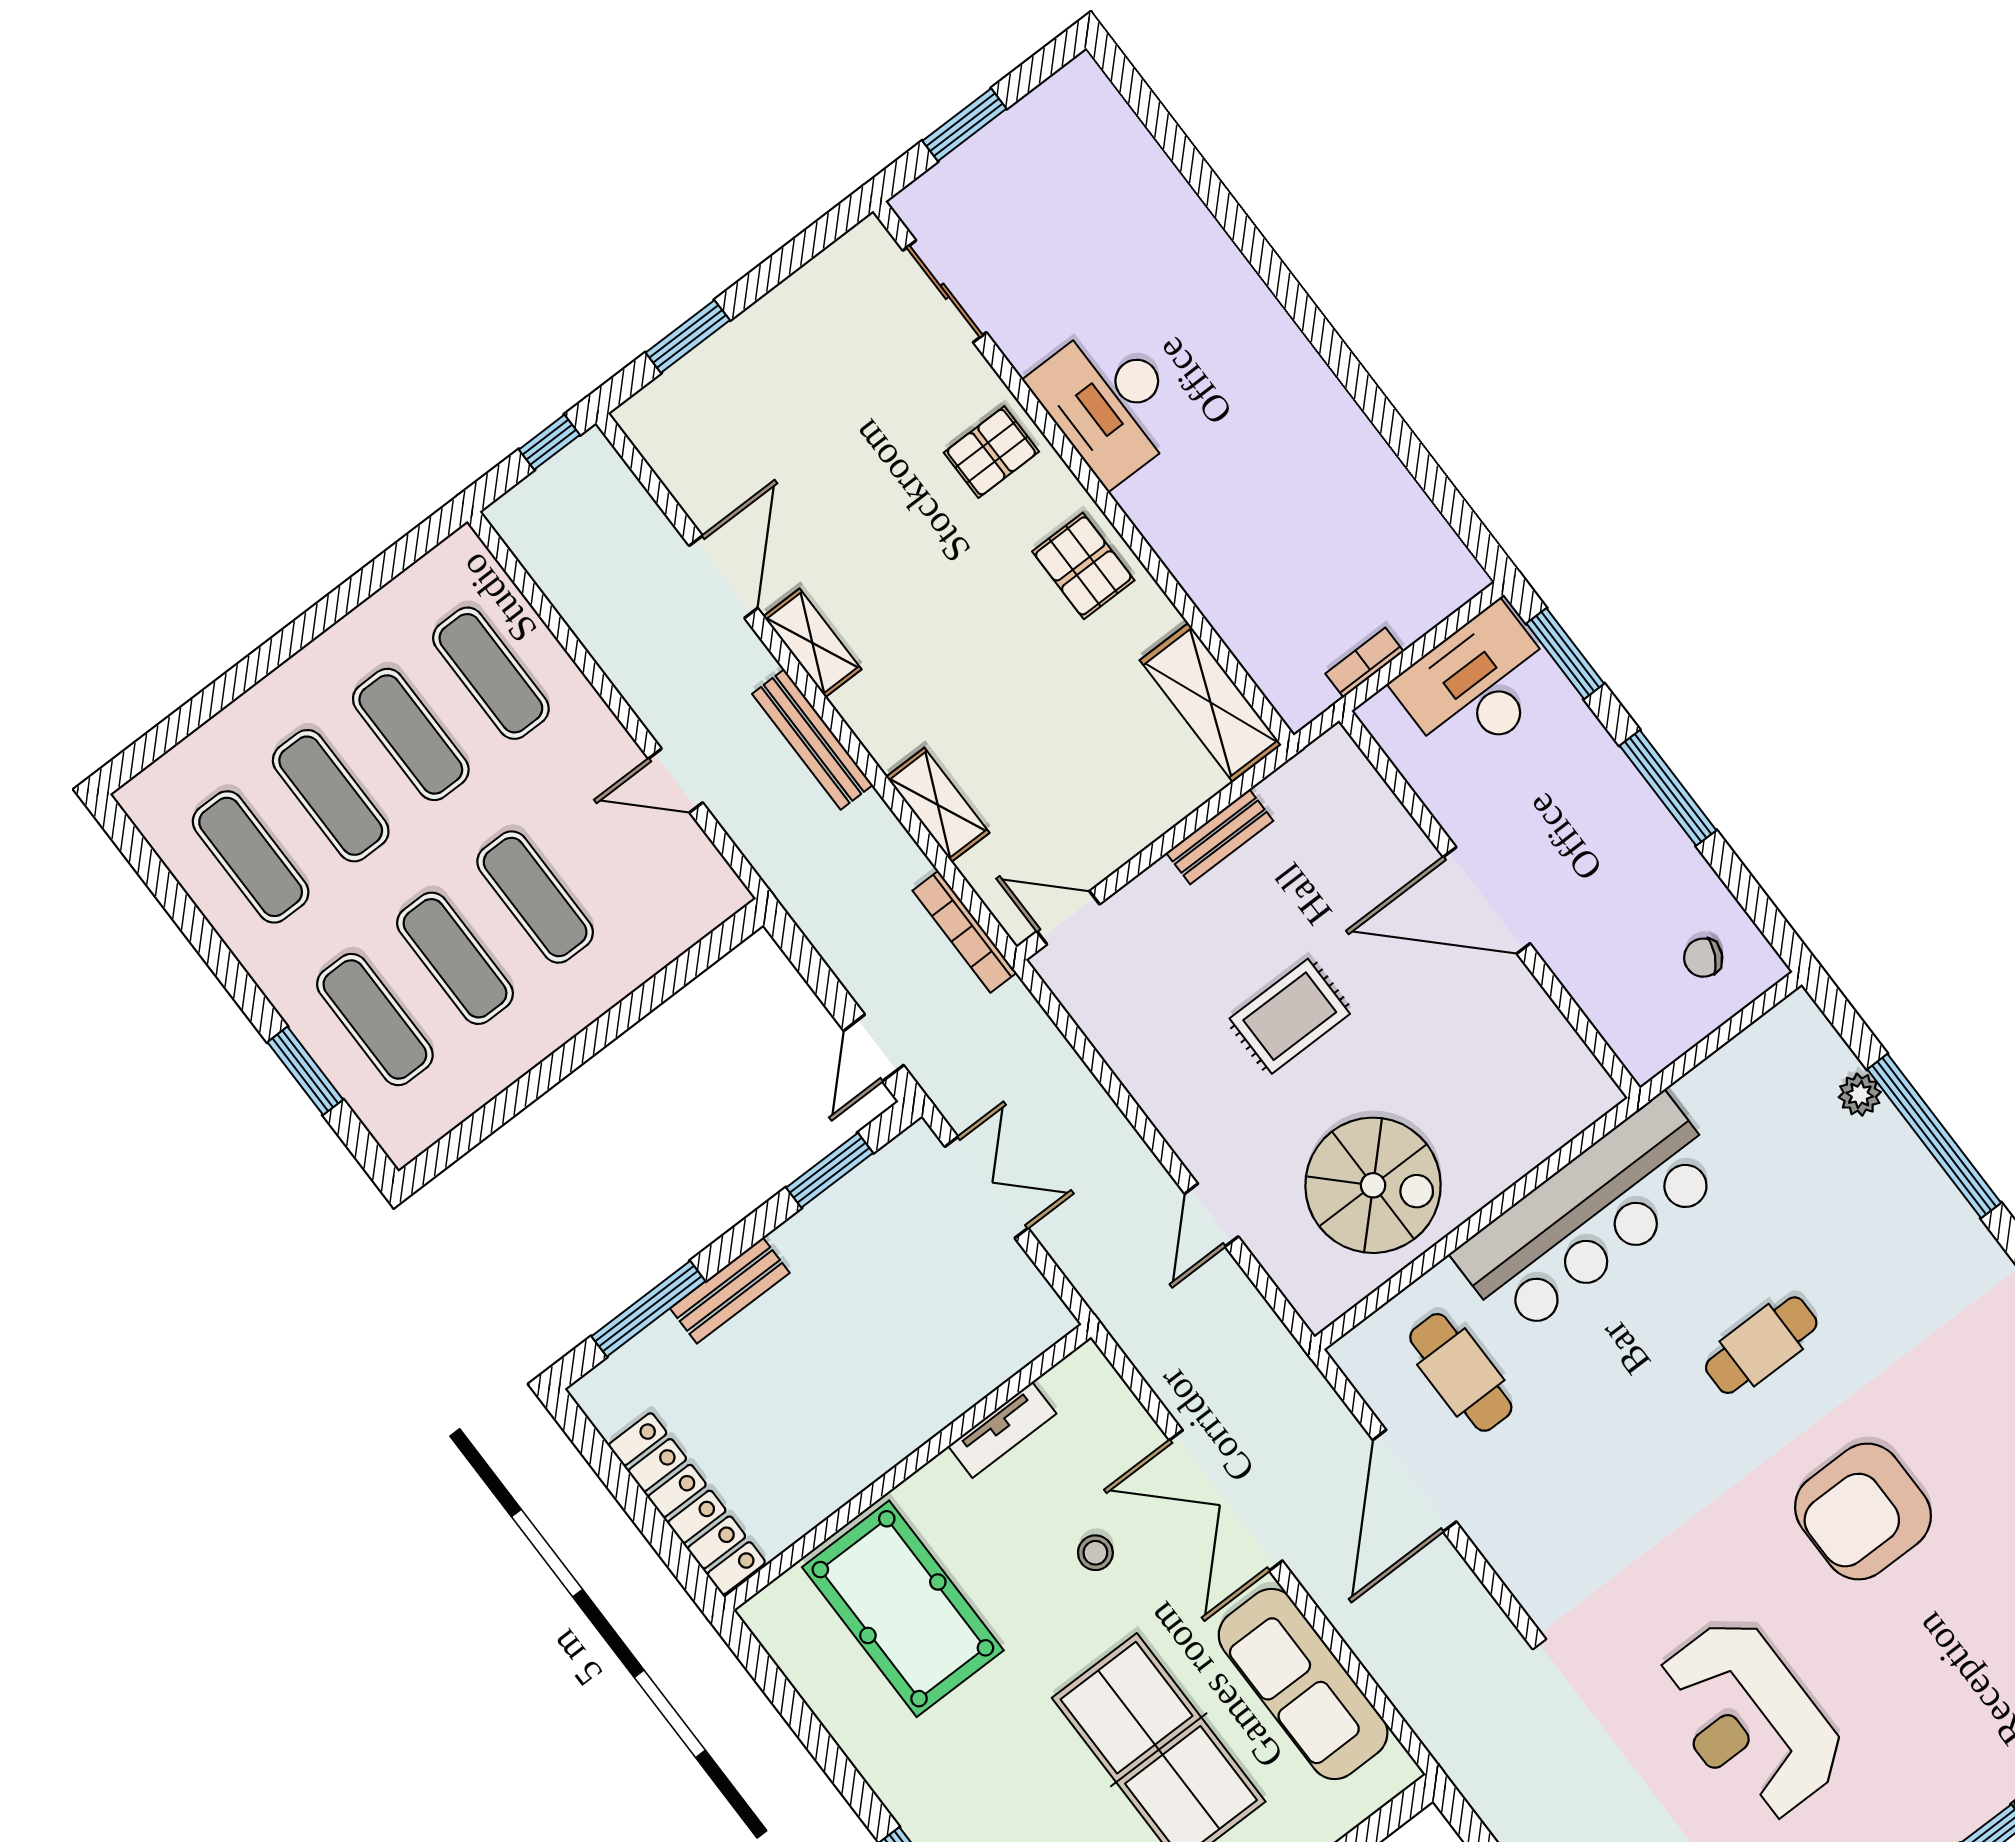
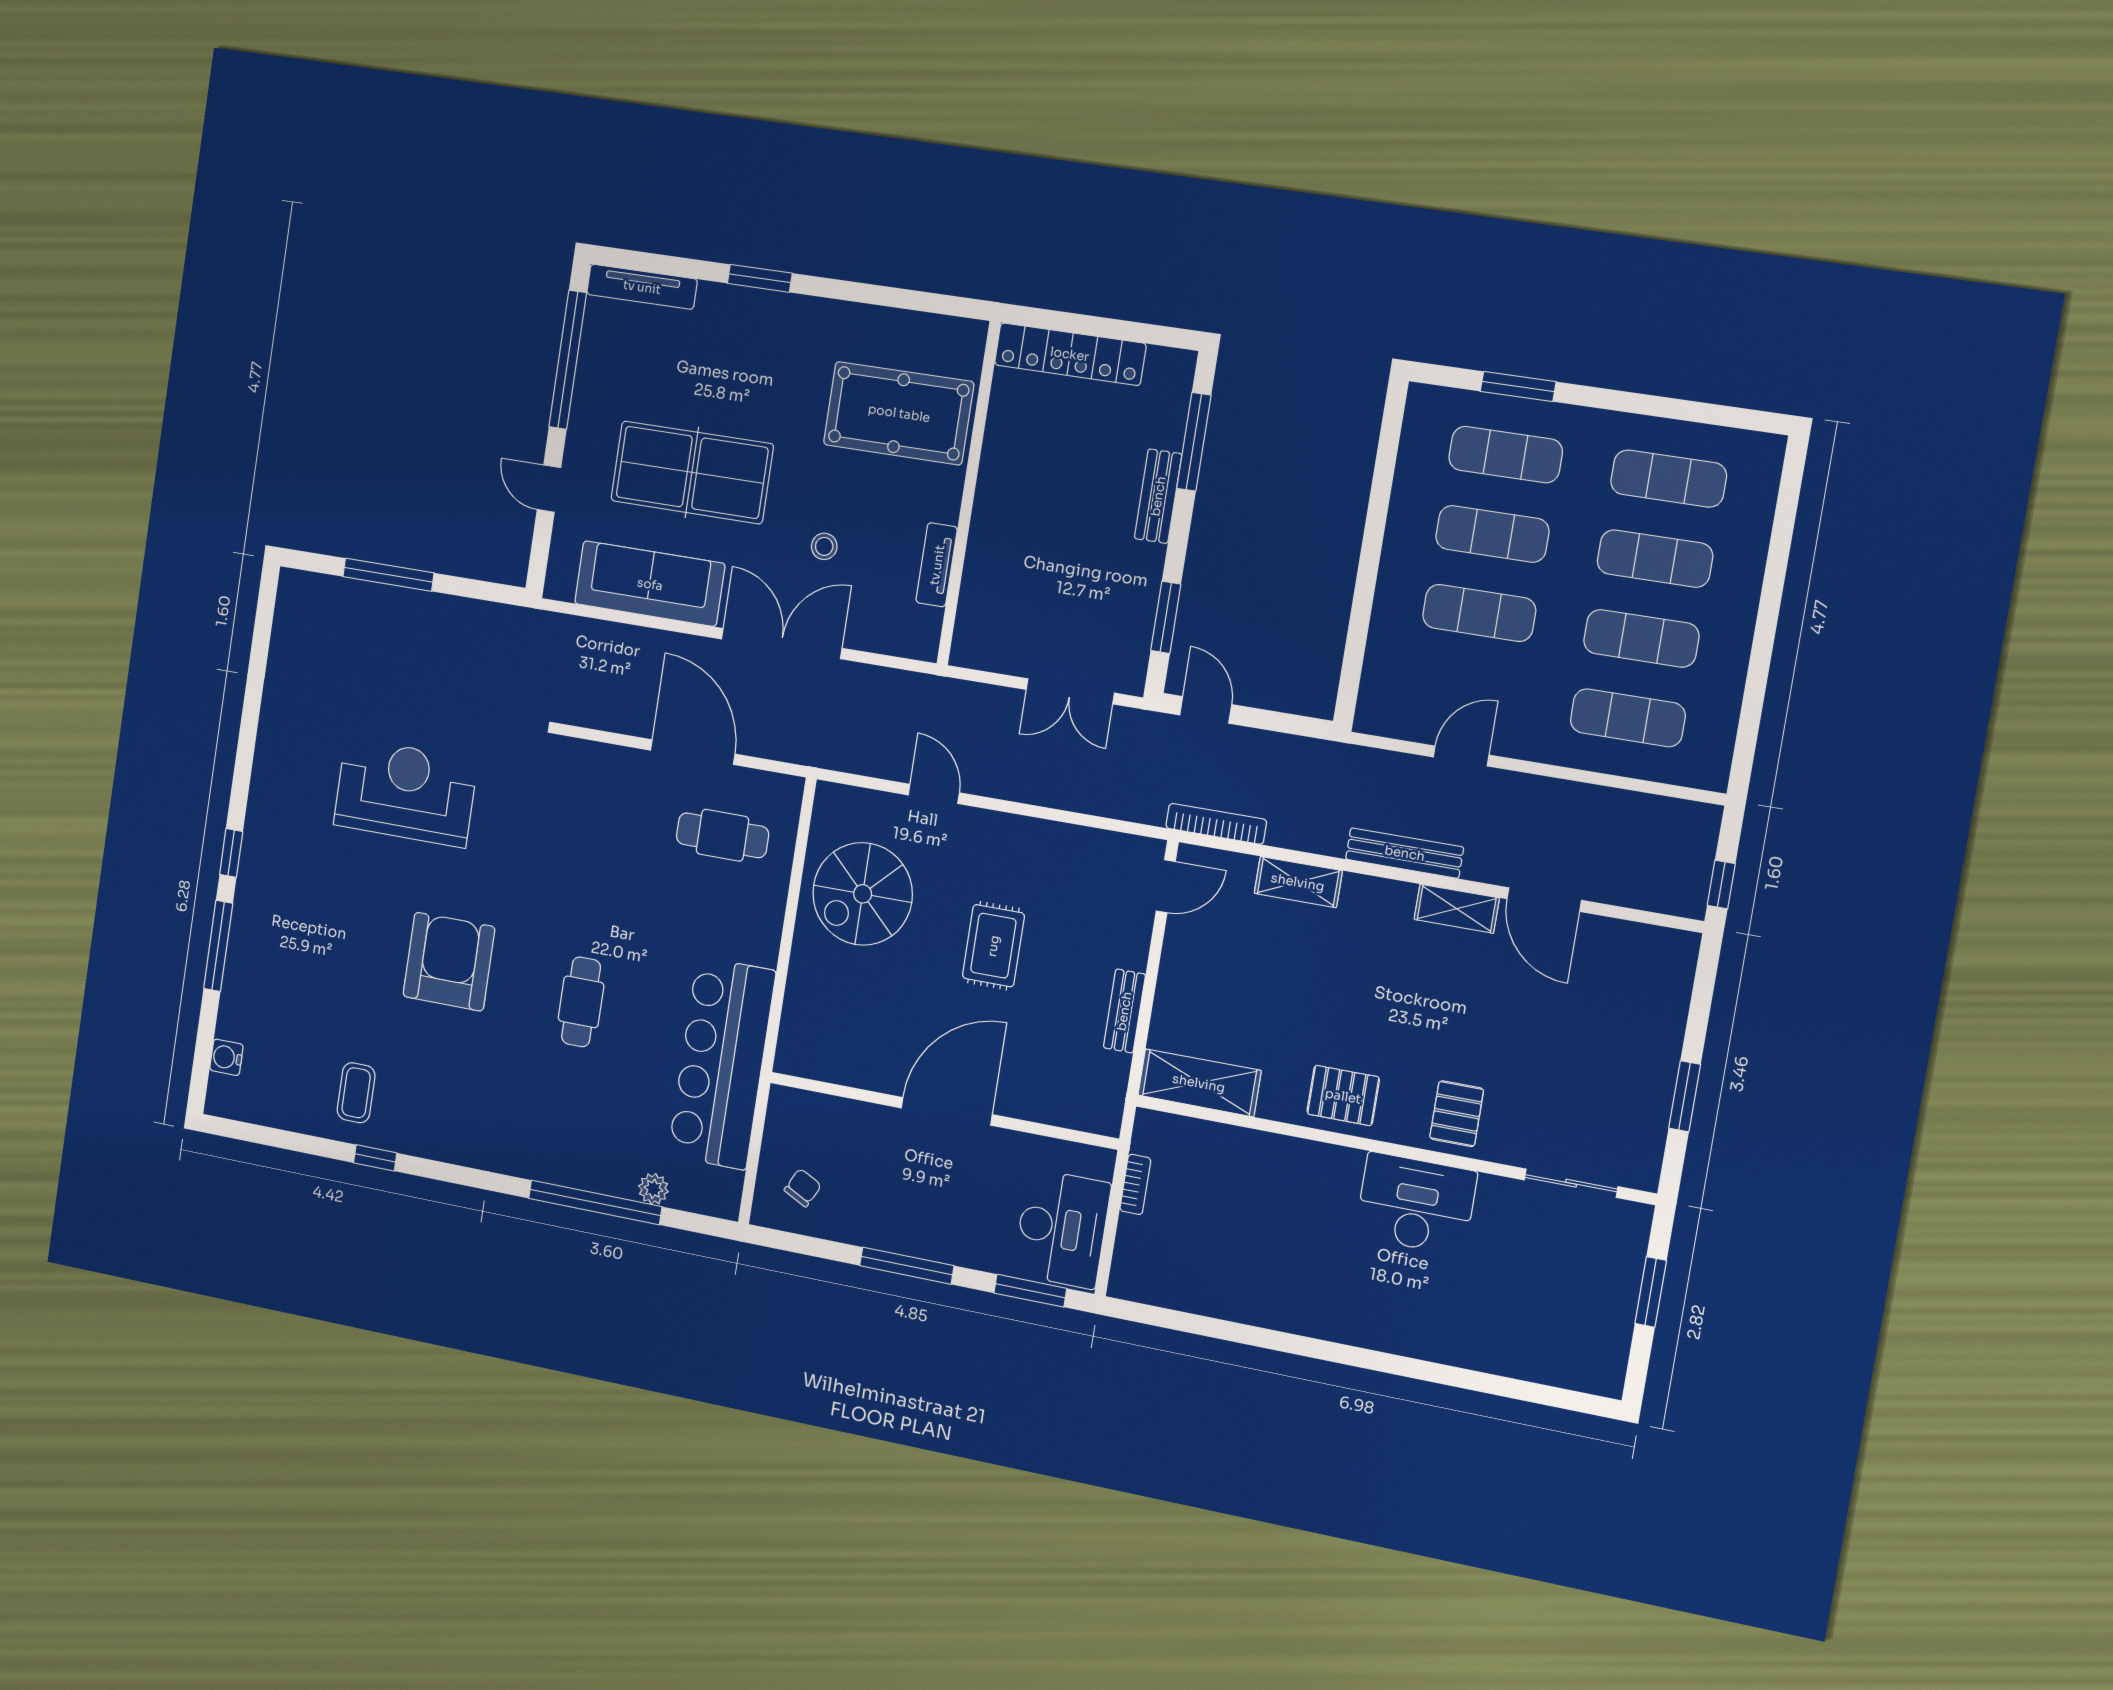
window: (688, 336) -> (1685, 1096), moved
bar counter: (1590, 1216) -> (722, 1063), moved

